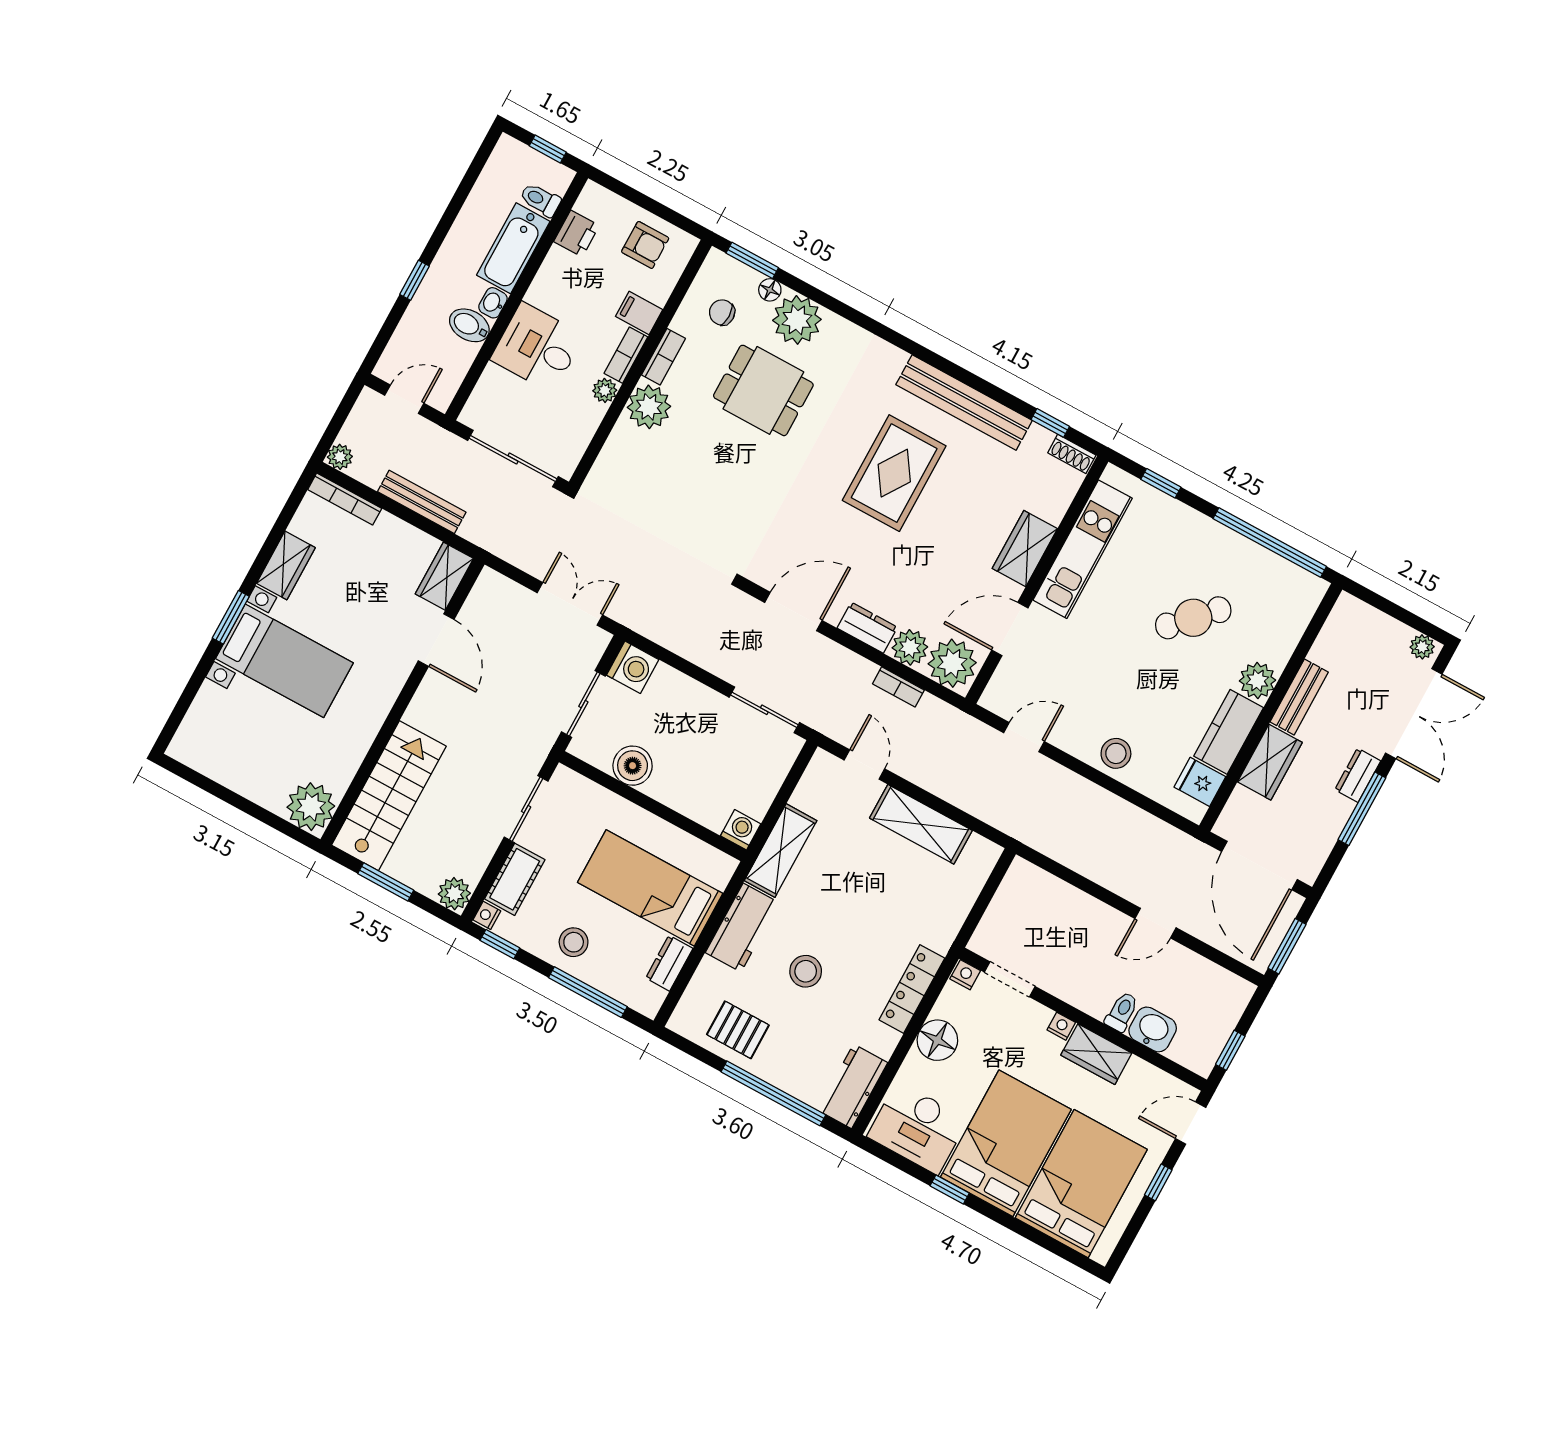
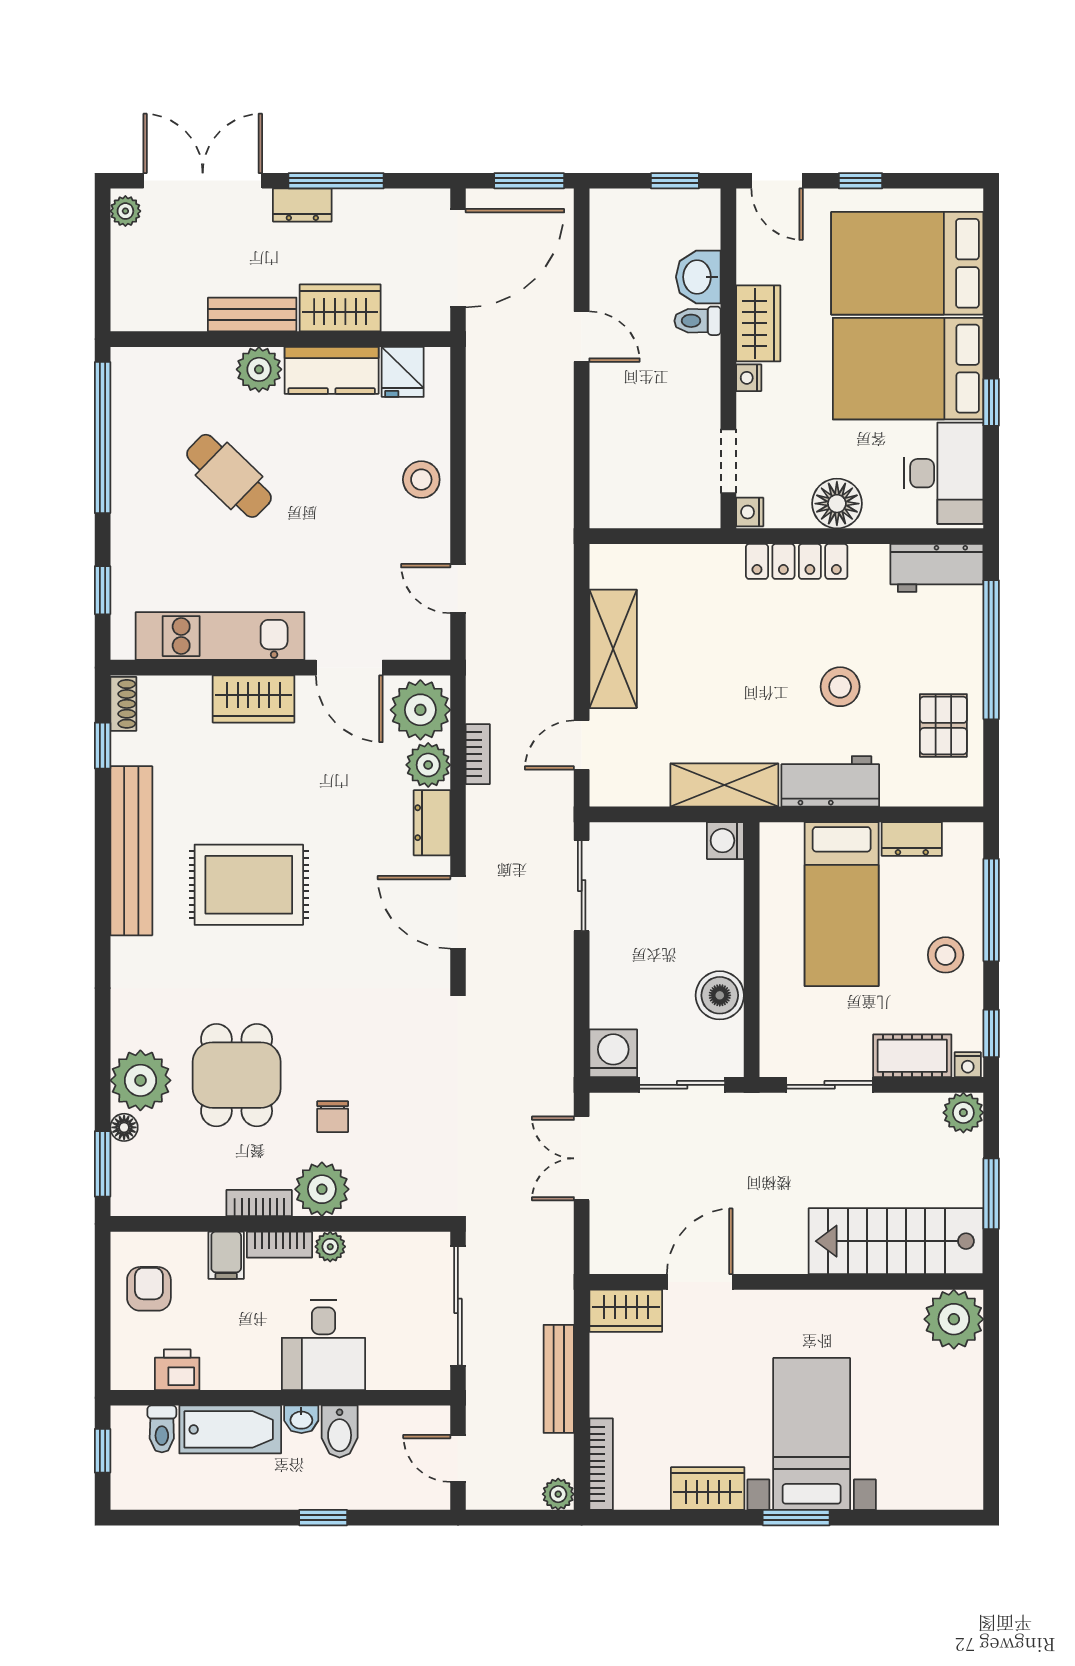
chair: (722, 312) -> (333, 1117), moved

